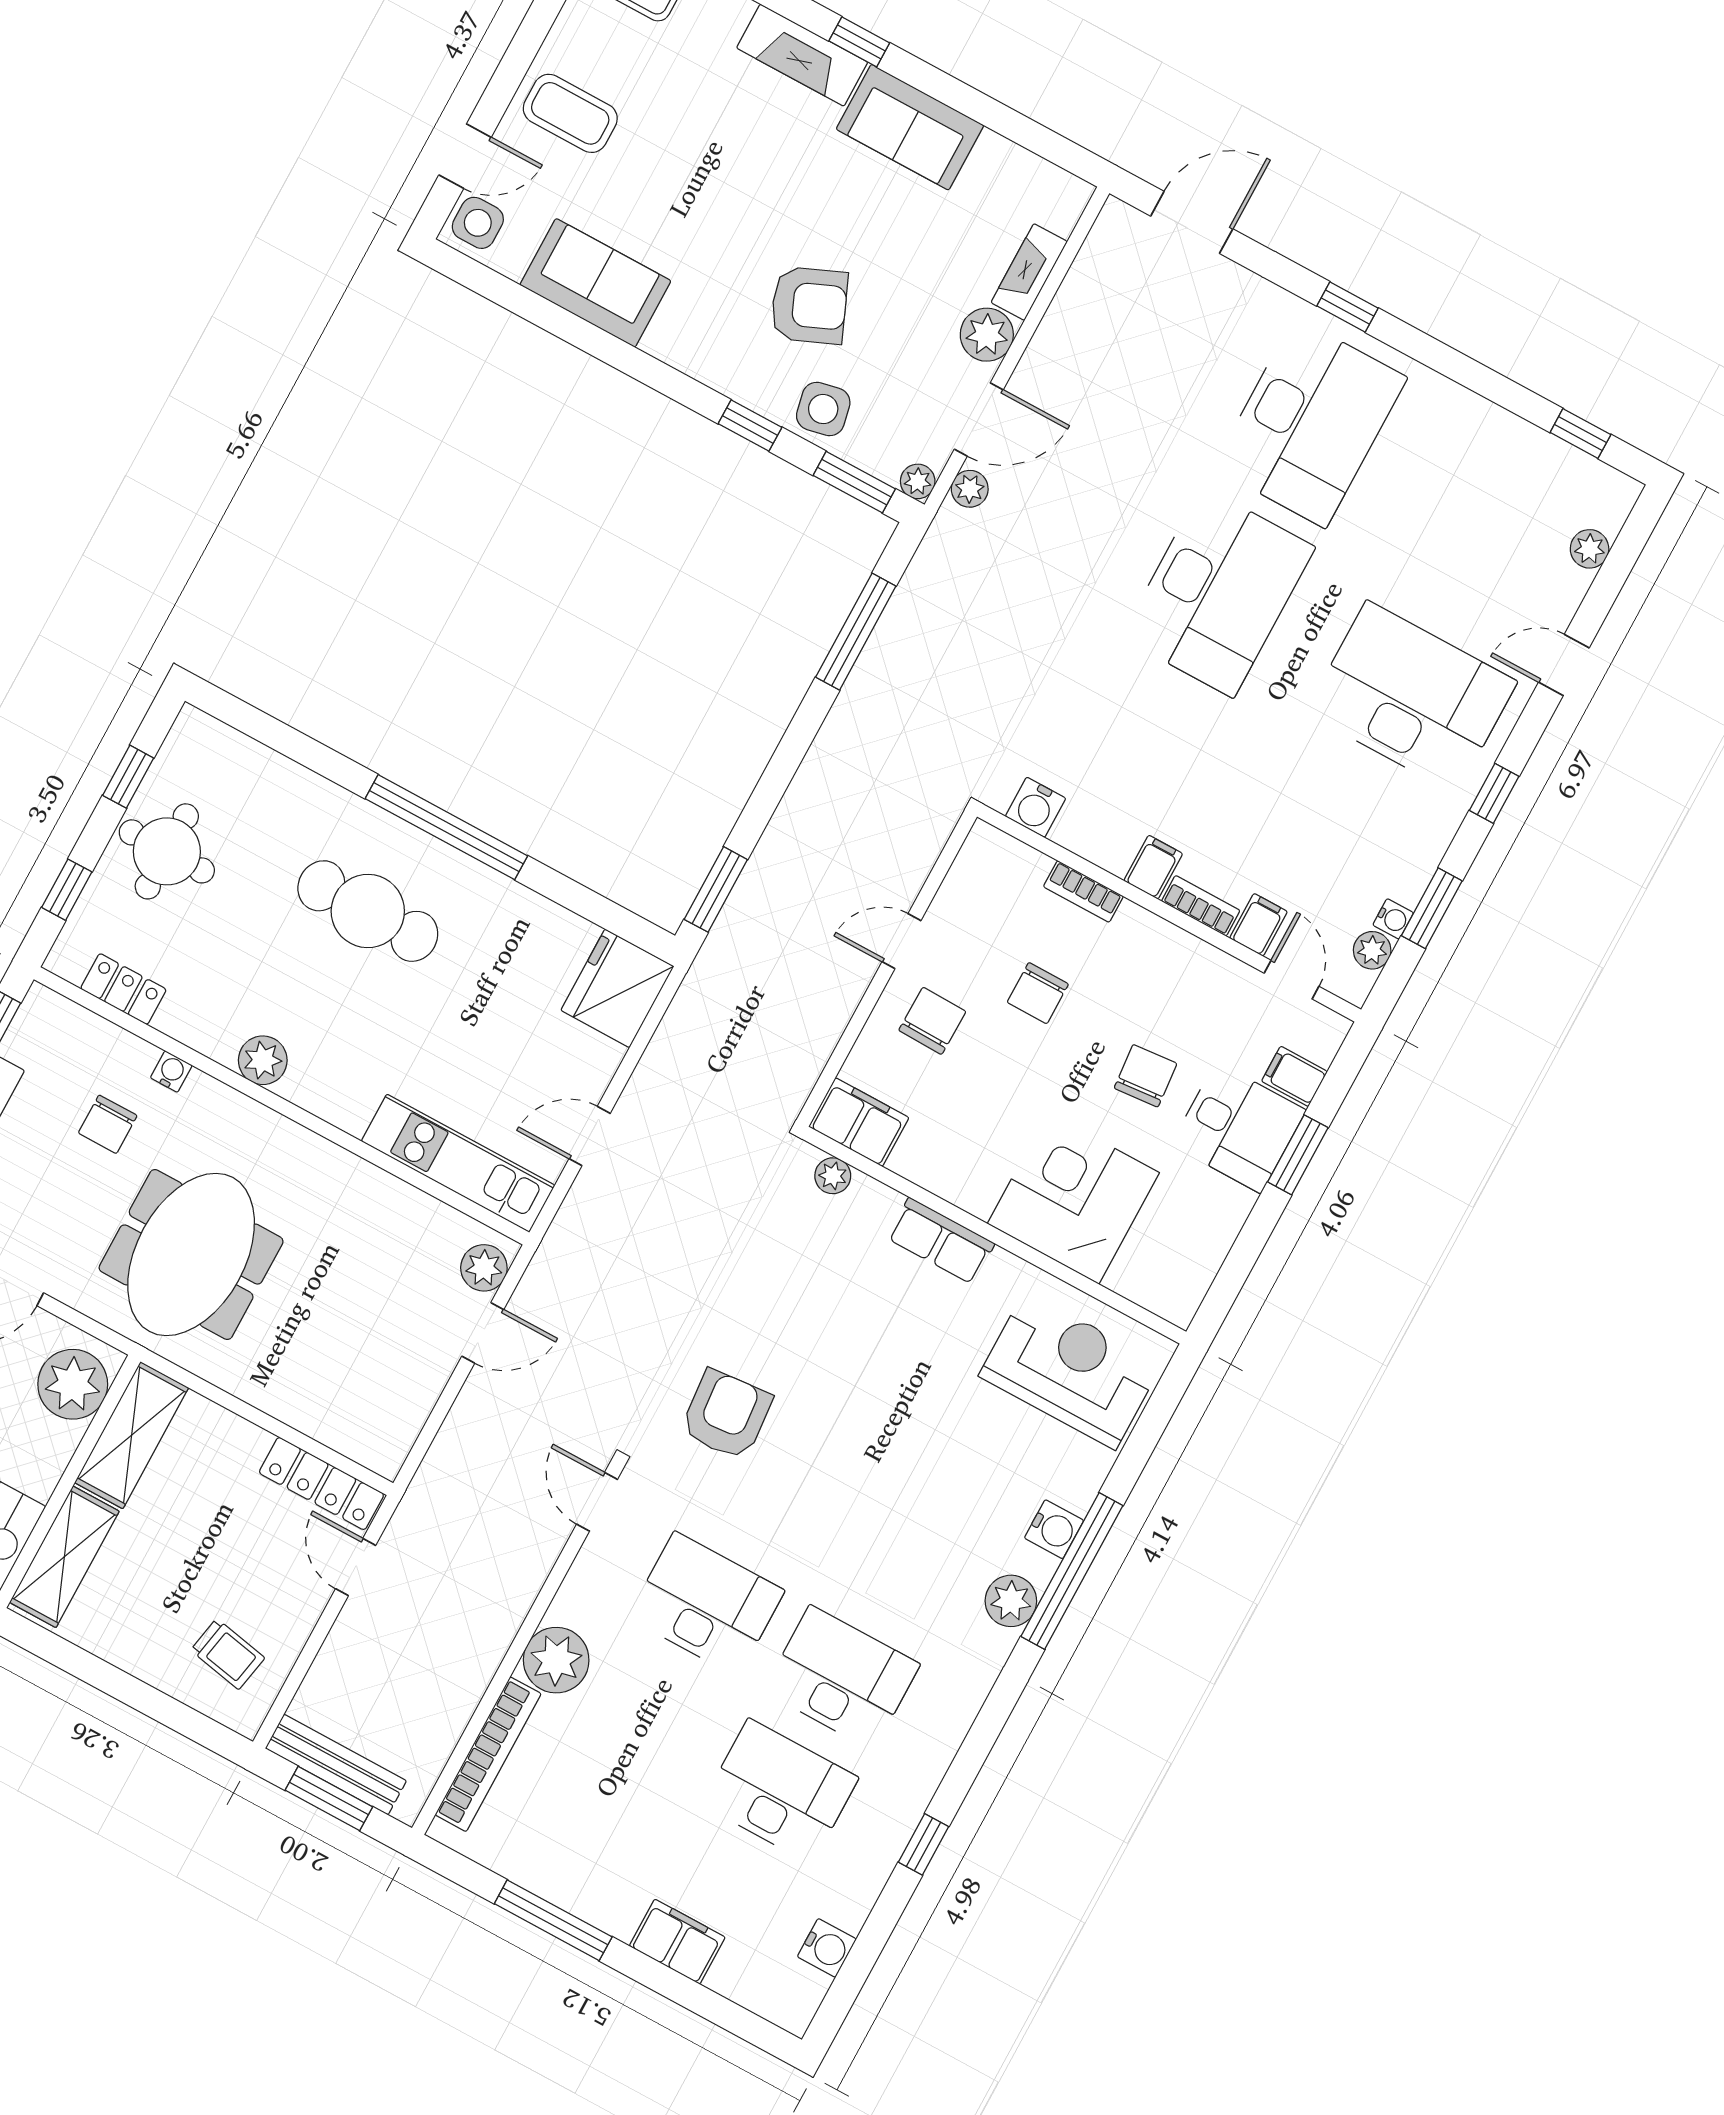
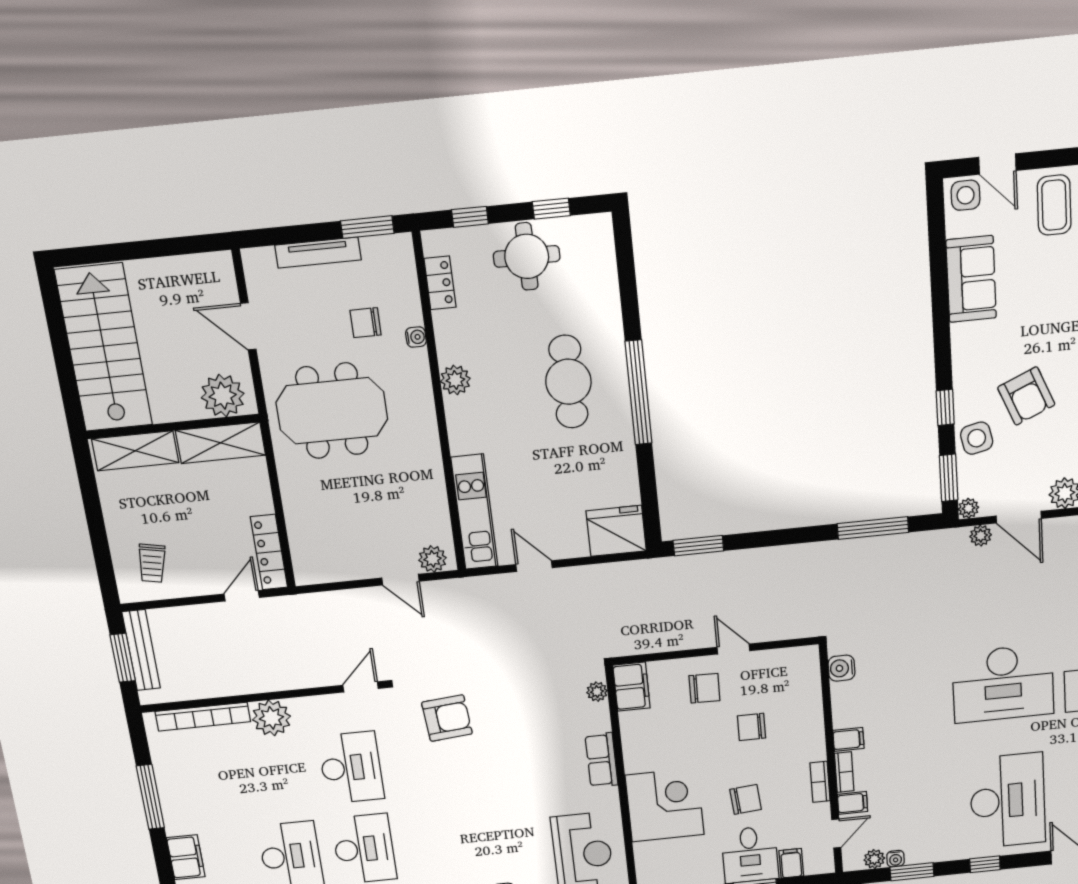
bookcase: (1083, 891) -> (820, 782), moved

